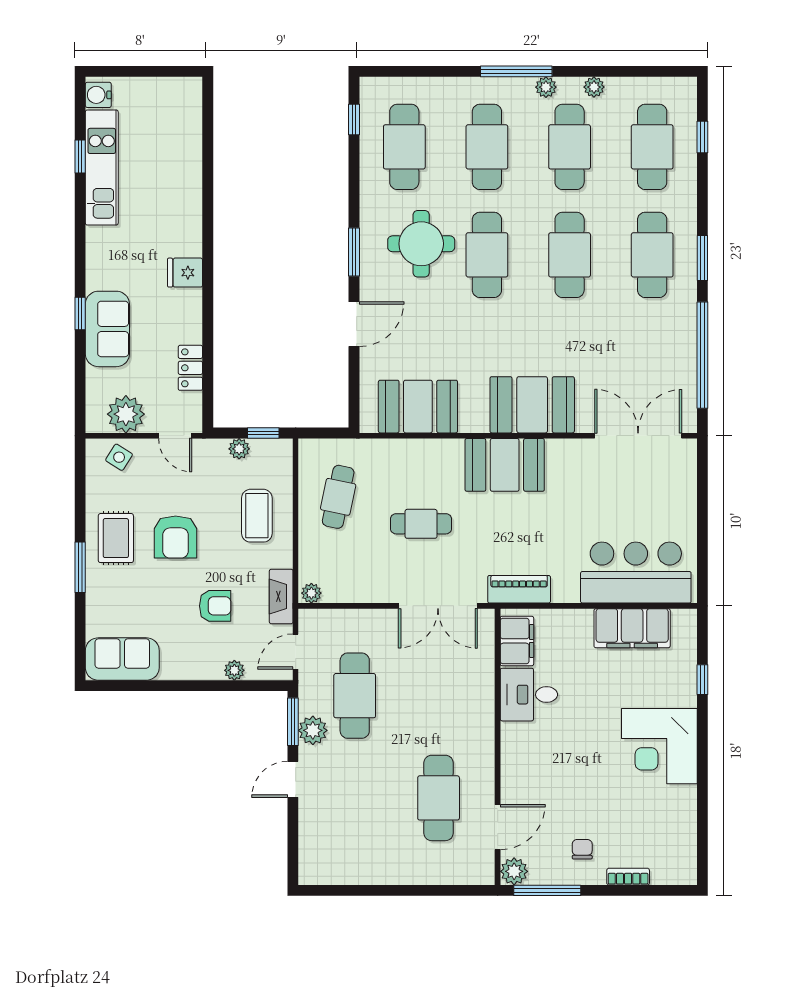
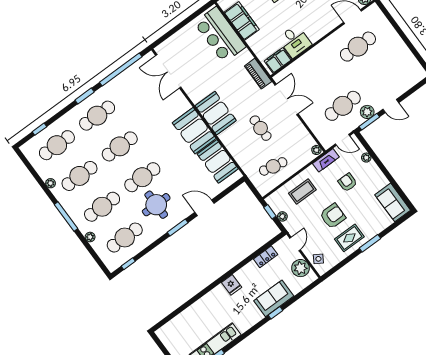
plant: (546, 87) -> (90, 237), moved
booth: (532, 405) -> (194, 131), moved

